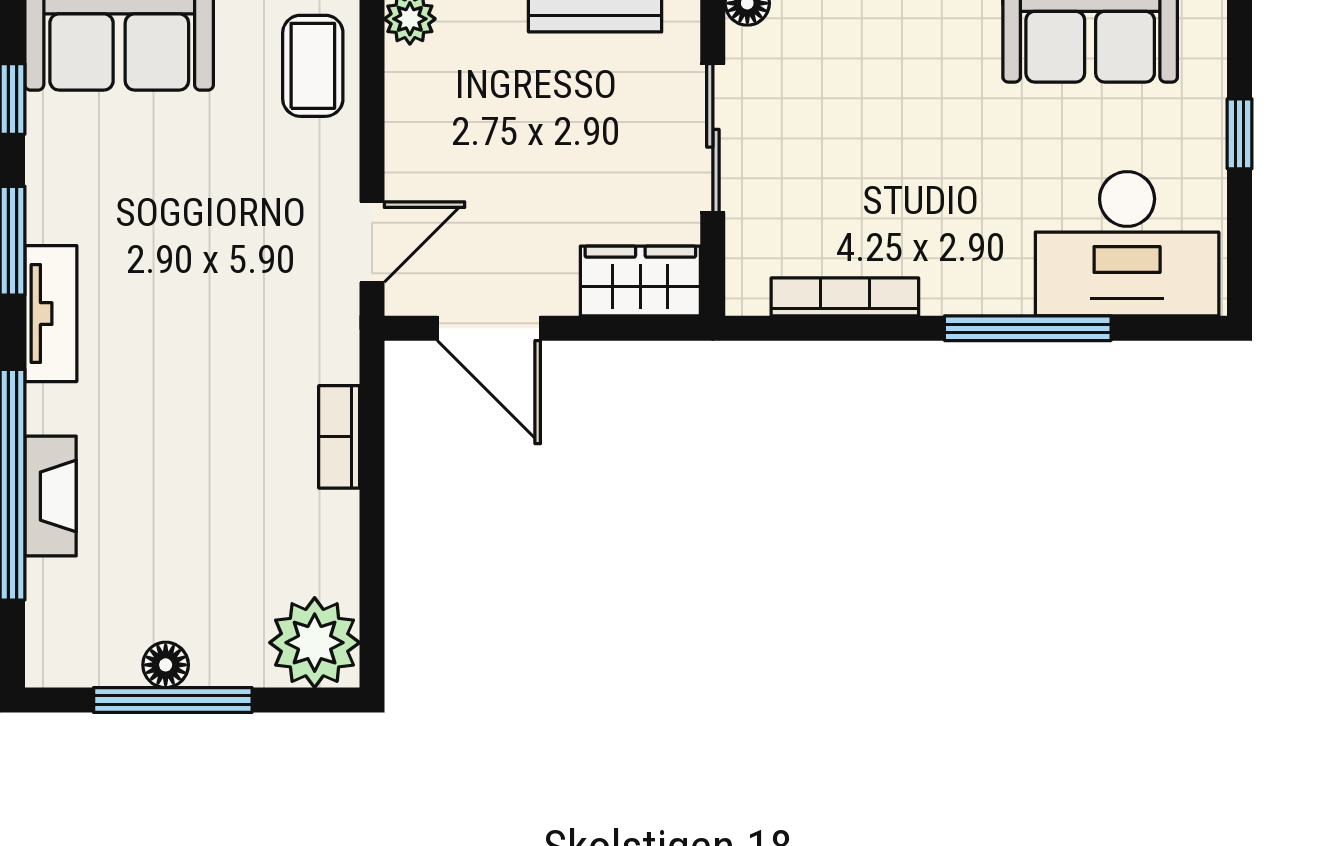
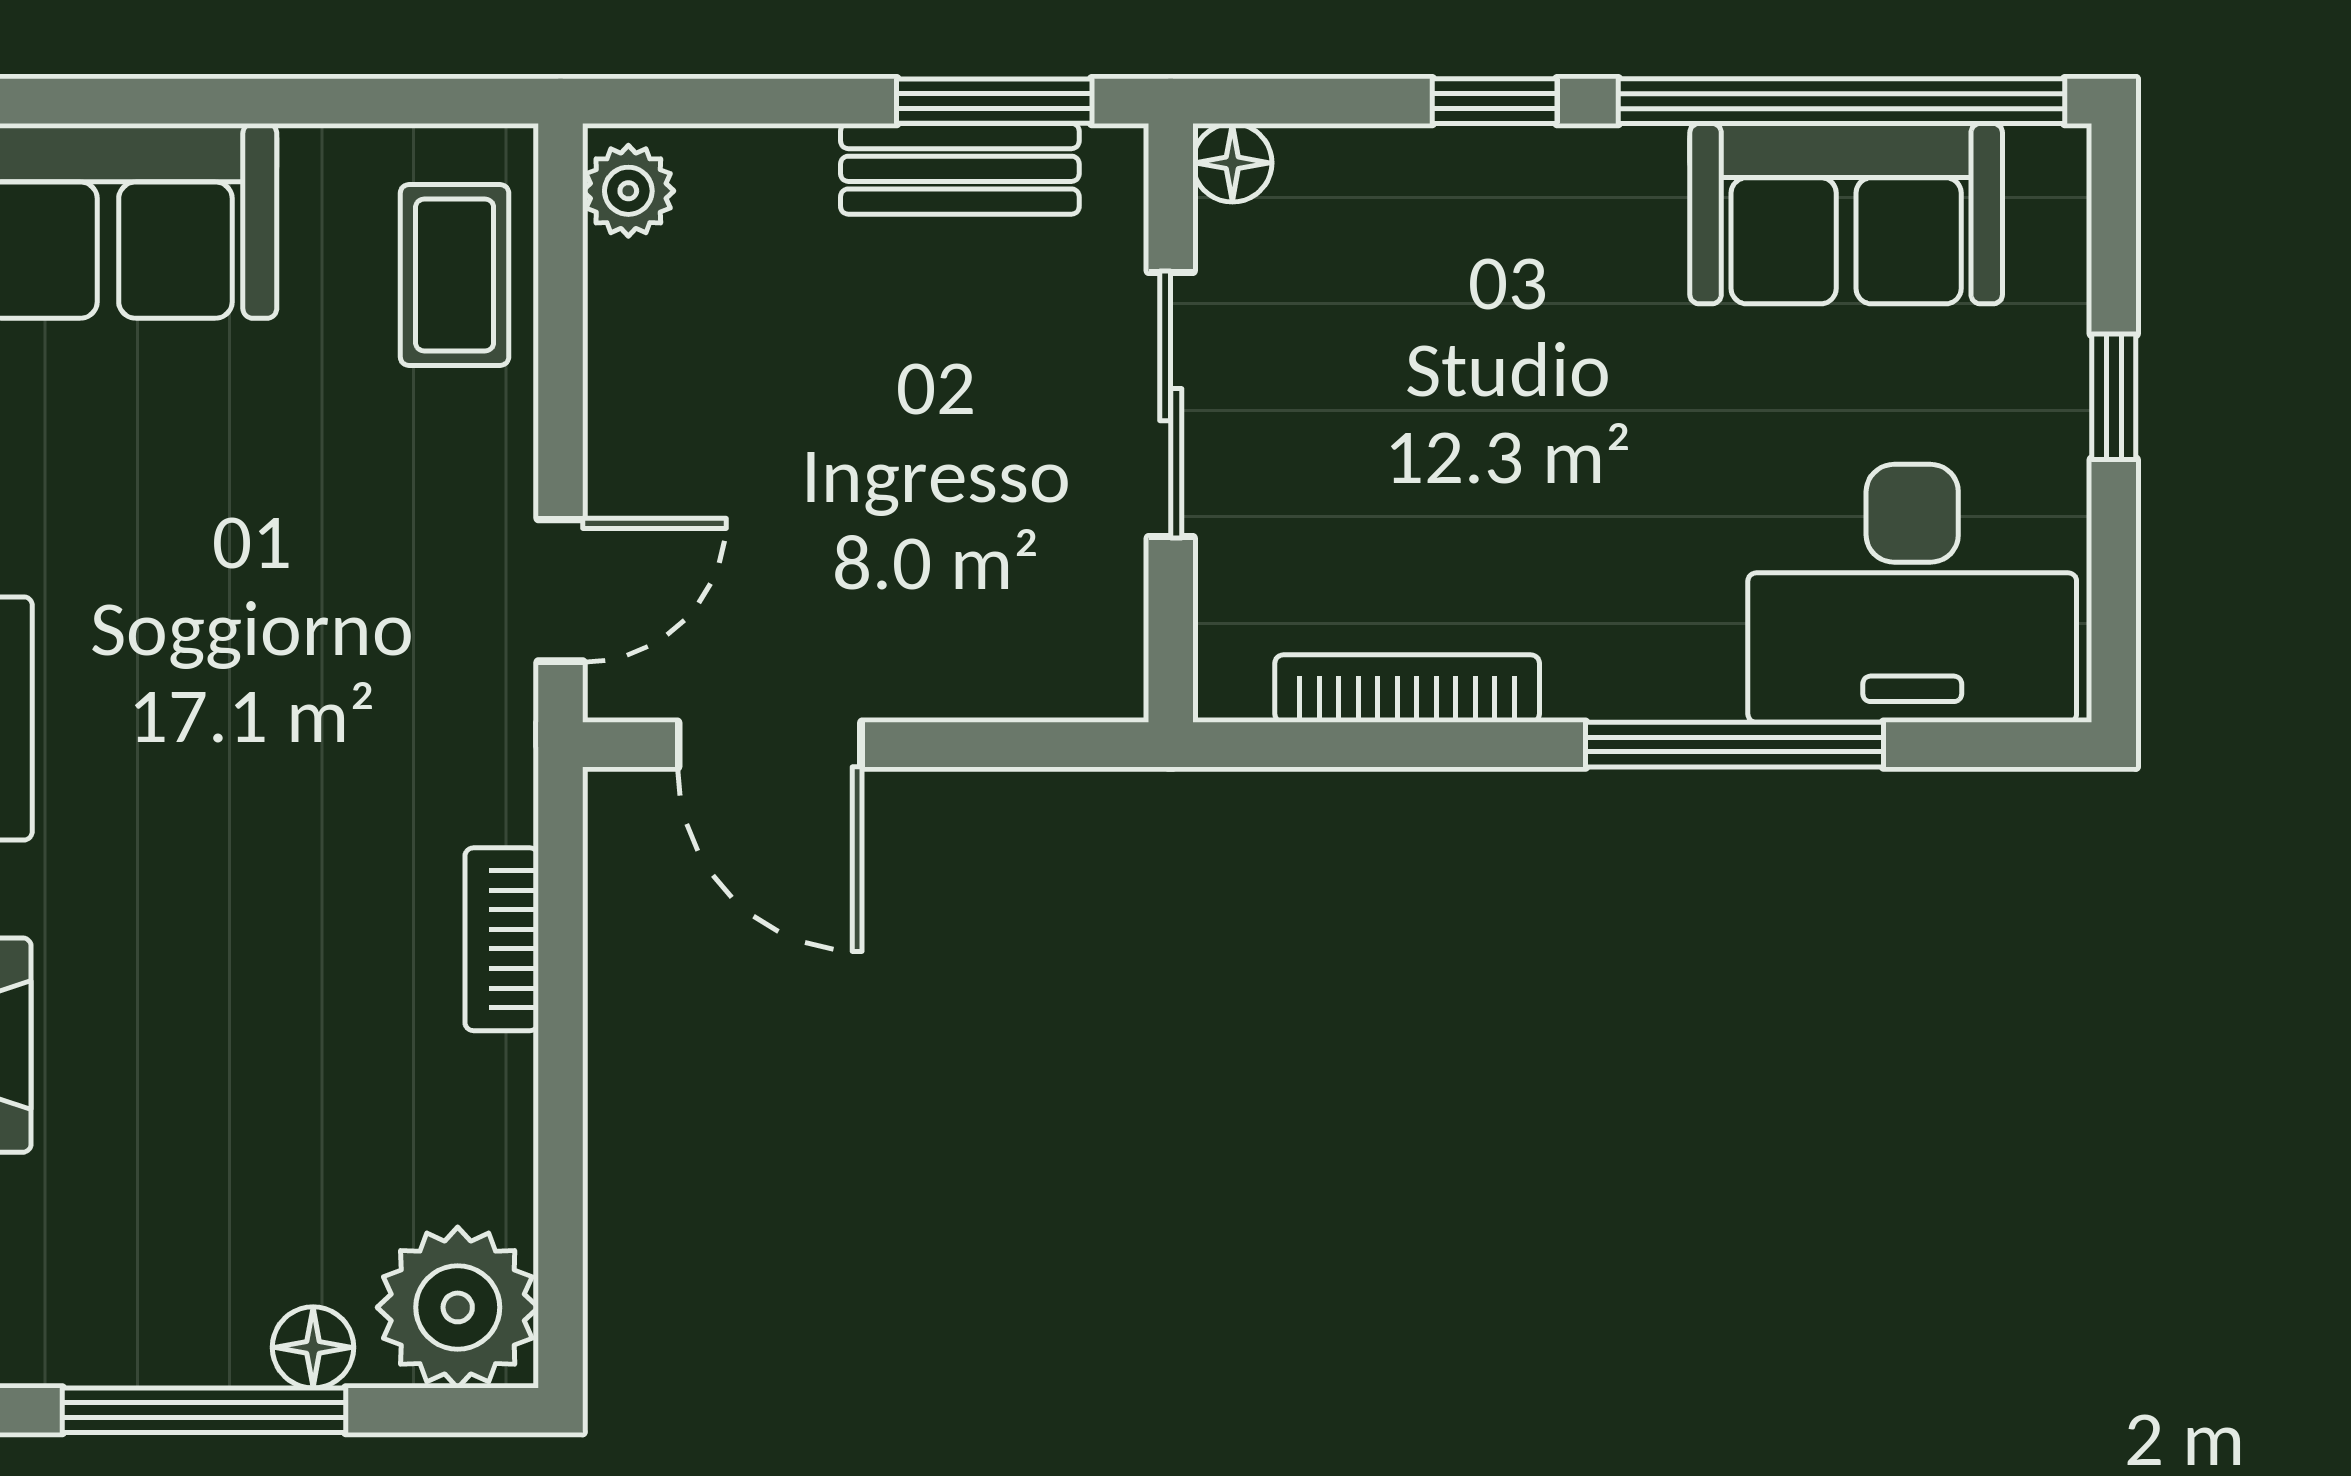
wardrobe: (640, 281) -> (1041, 660), removed
floor lamp: (166, 665) -> (313, 1347), moved

